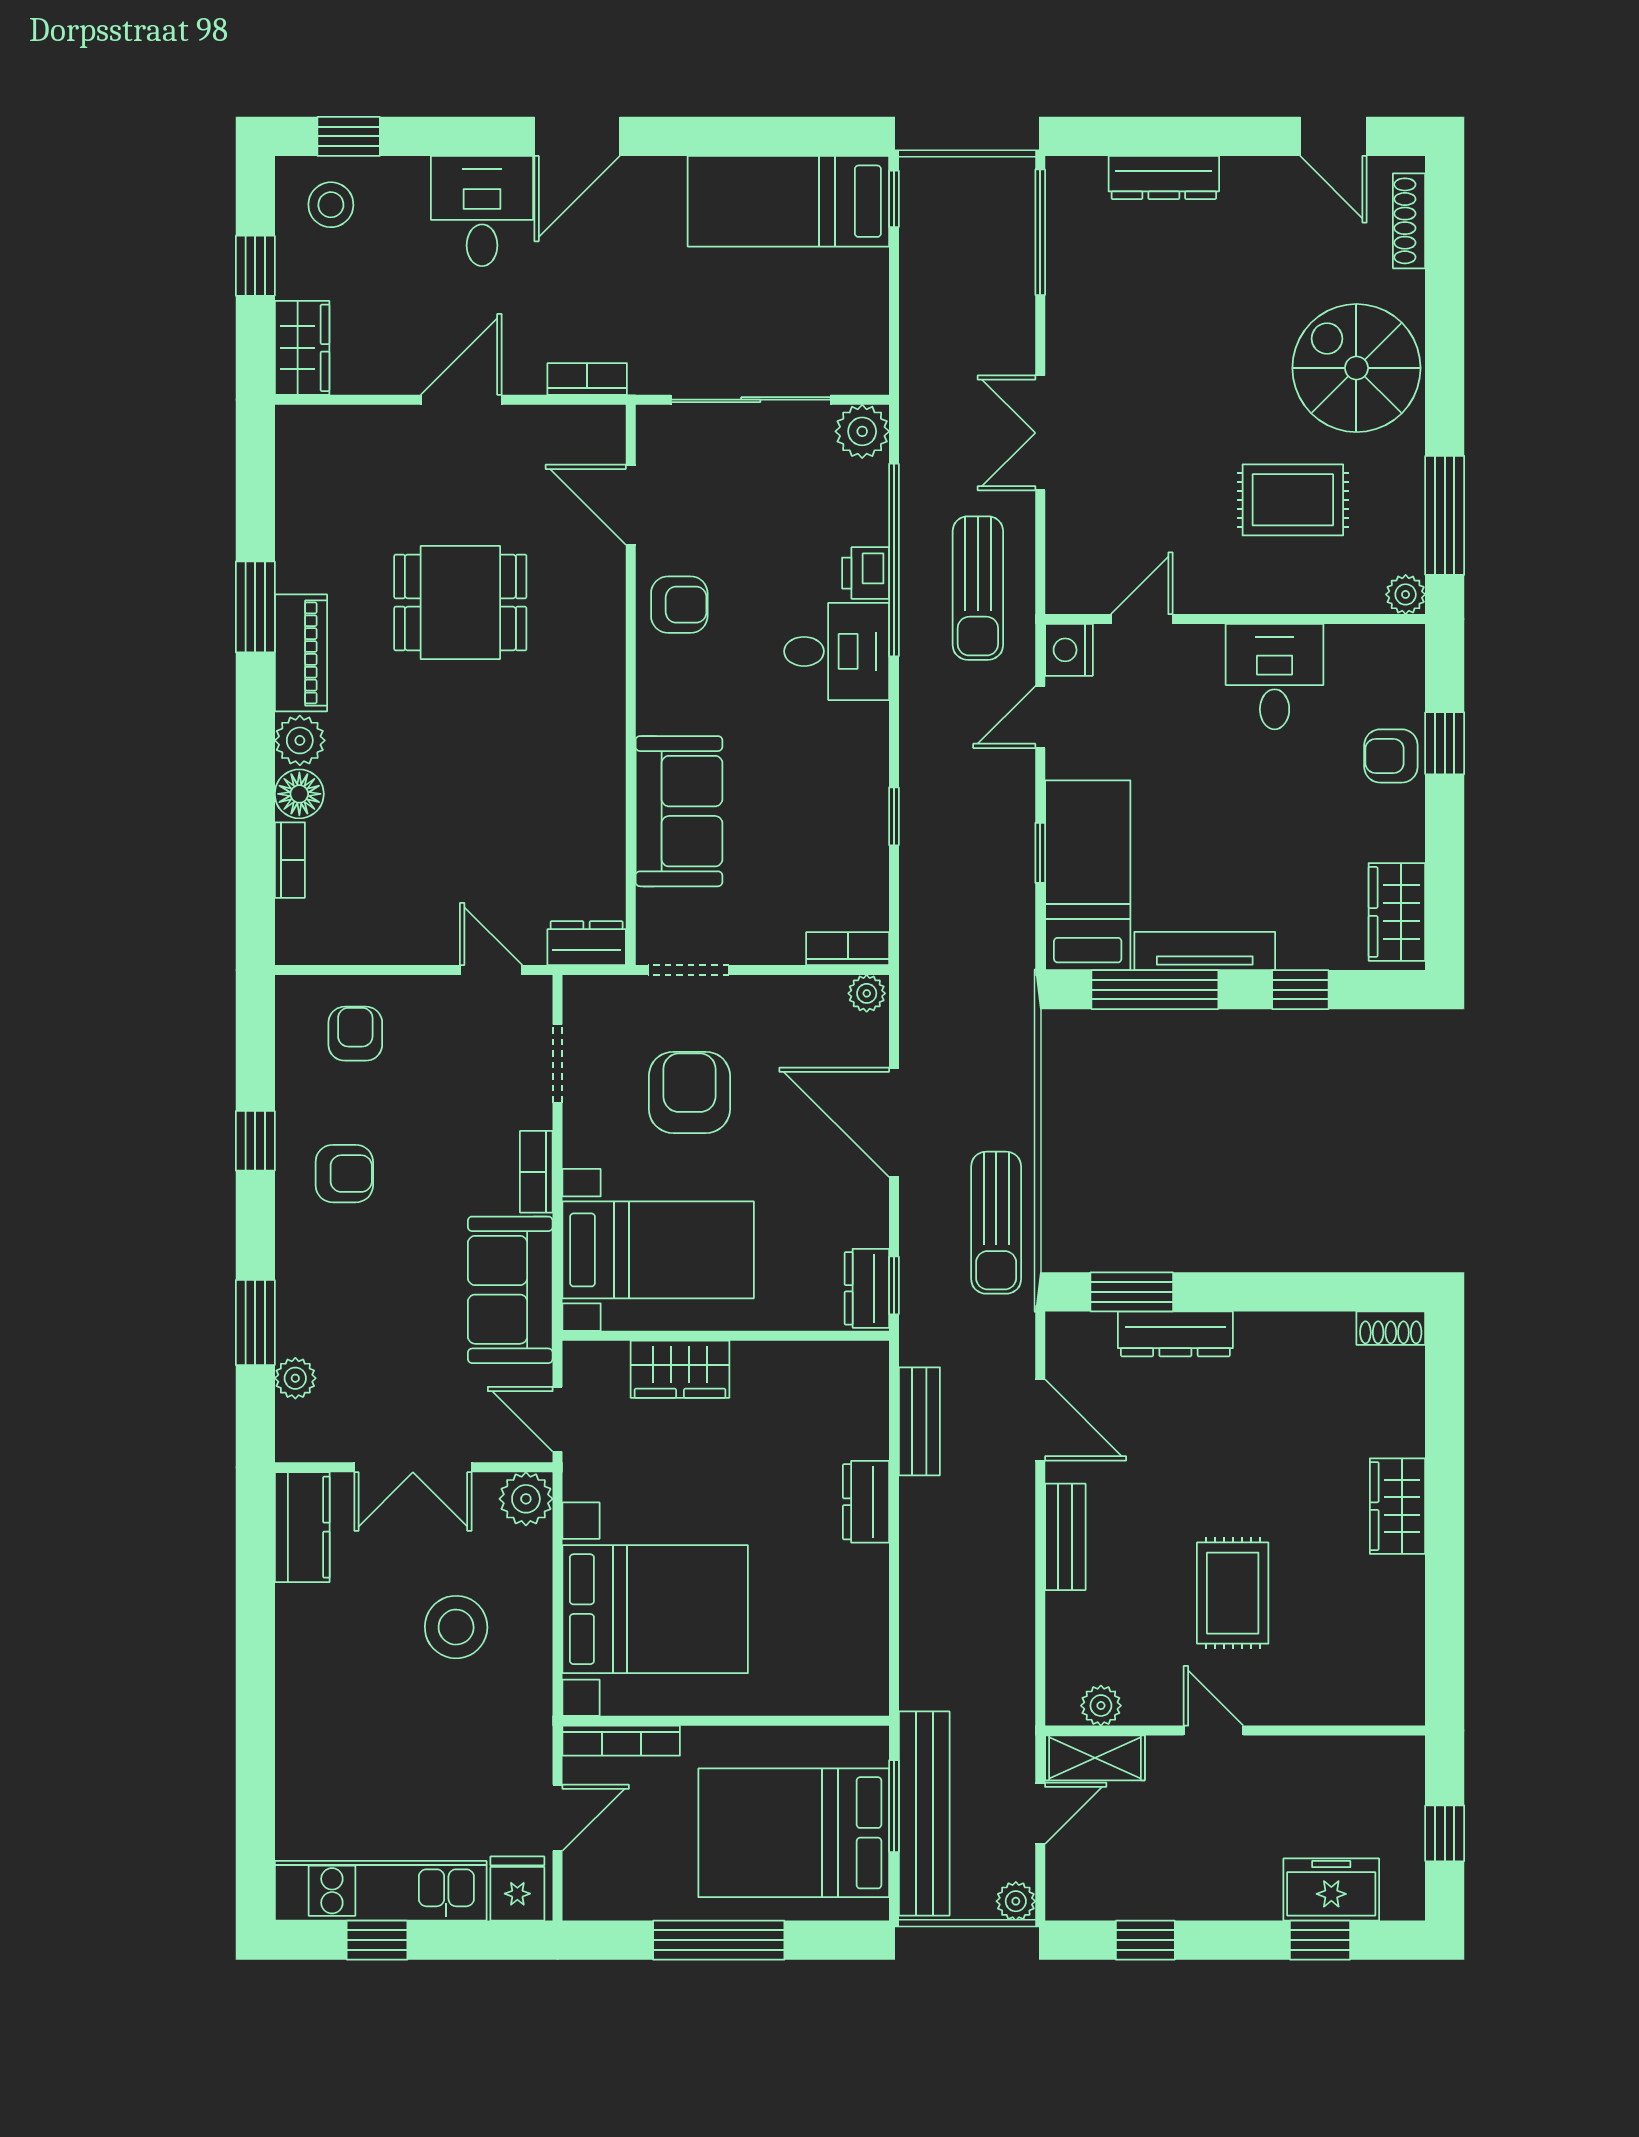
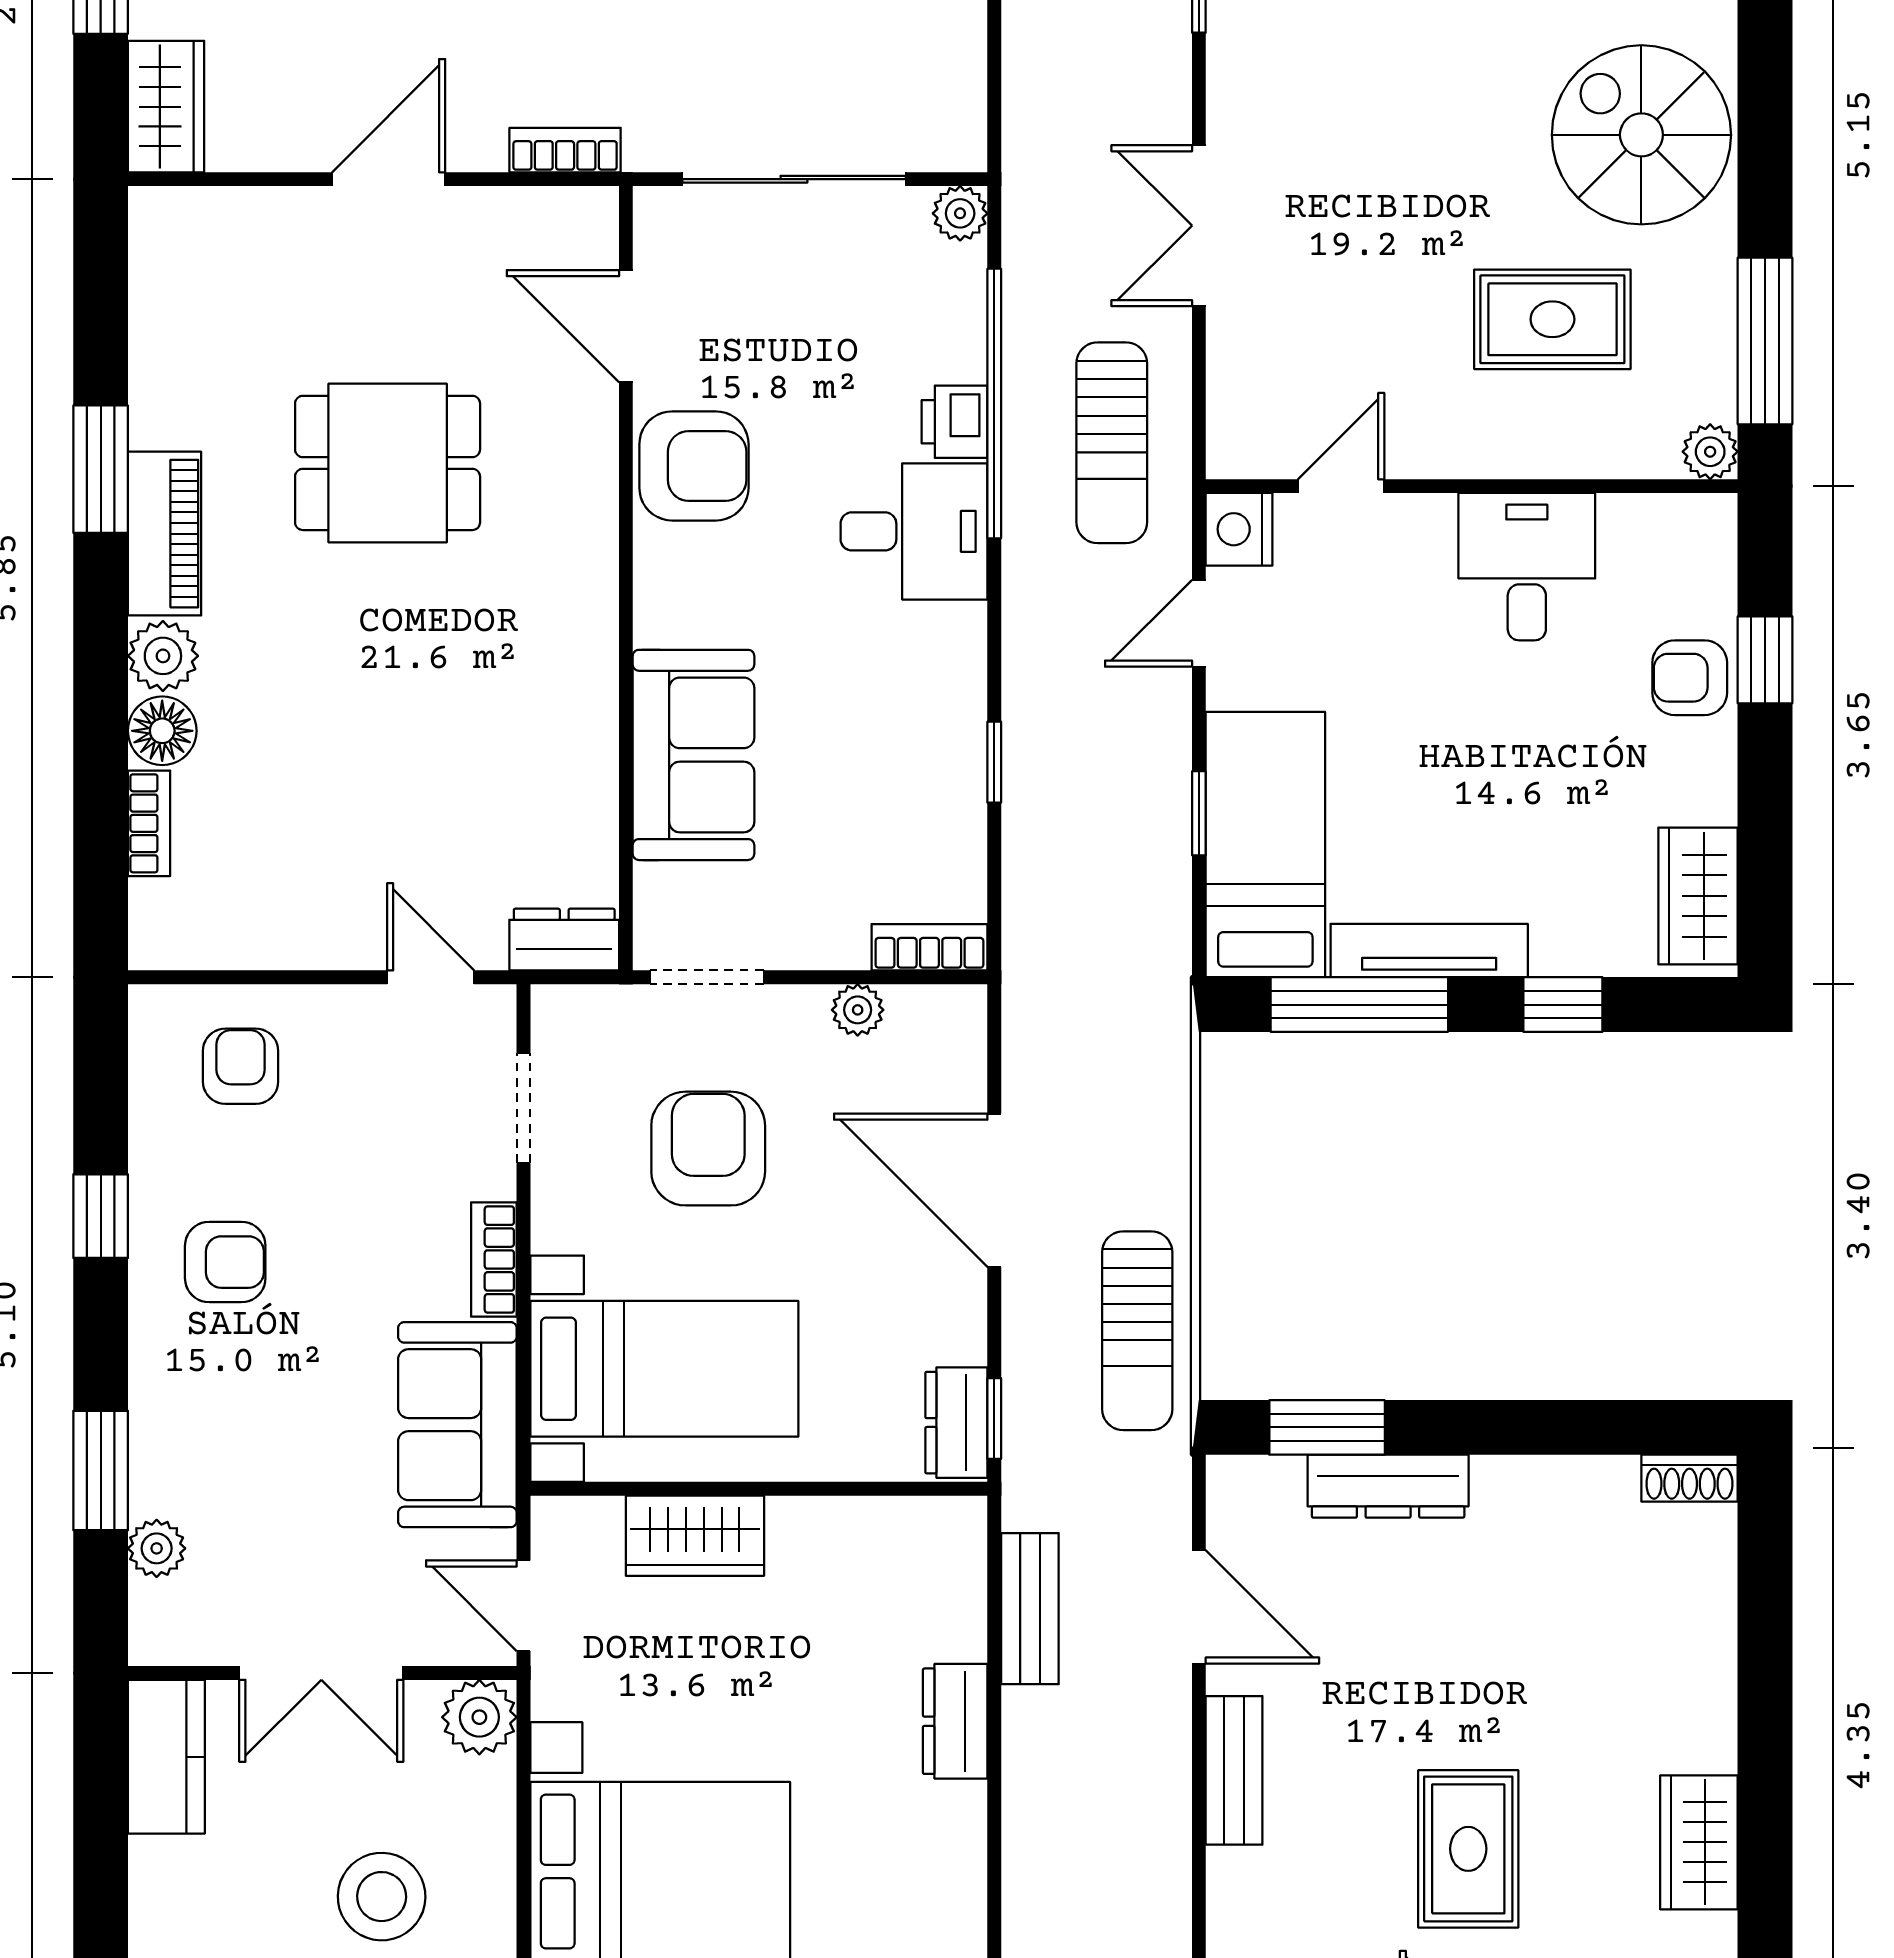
plant: (862, 431) -> (960, 213), width x0.73, depth x0.73
armchair: (679, 605) -> (694, 466), width x1.38, depth x1.38
plant: (867, 993) -> (858, 1010), moved
wardrobe: (1398, 1506) -> (1699, 1842), moved

